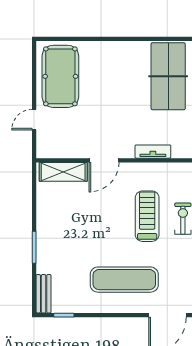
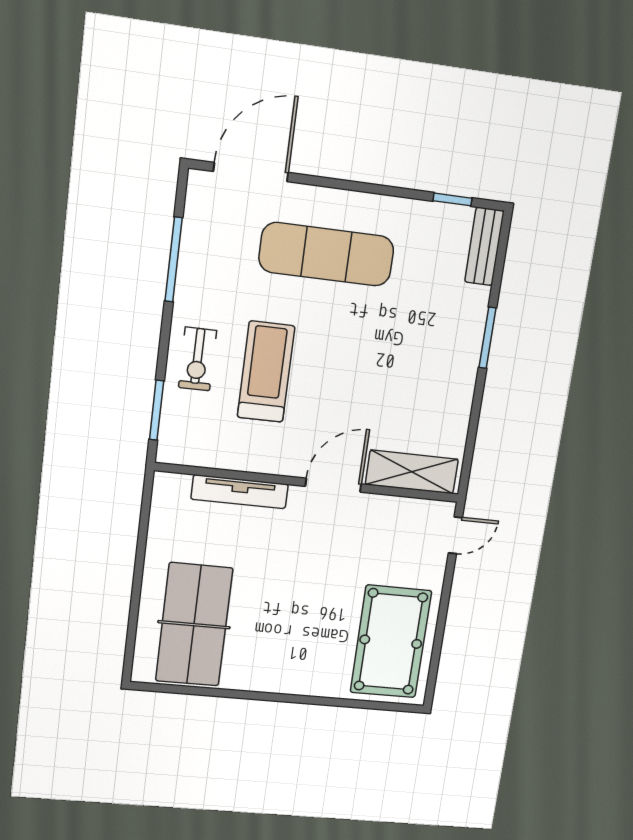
door: (34, 120) -> (455, 535), moved
tv unit: (153, 152) -> (240, 492), width x1.41
treadmill: (147, 216) -> (266, 372), turned 180

